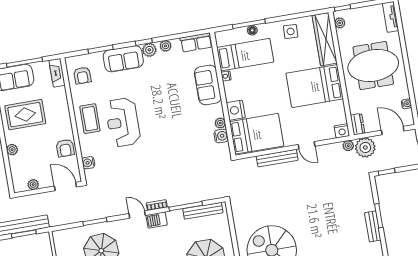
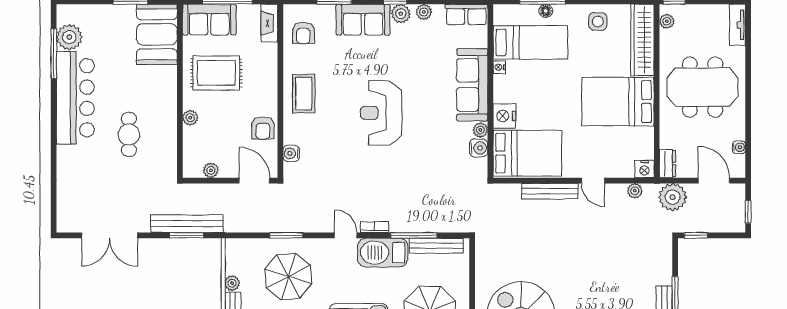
sofa: (208, 85) -> (472, 85), width x1.36
reception desk: (123, 122) -> (381, 113), moved
plant: (348, 146) -> (635, 191), moved
barbecue: (157, 220) -> (383, 253), width x1.88, depth x1.53

